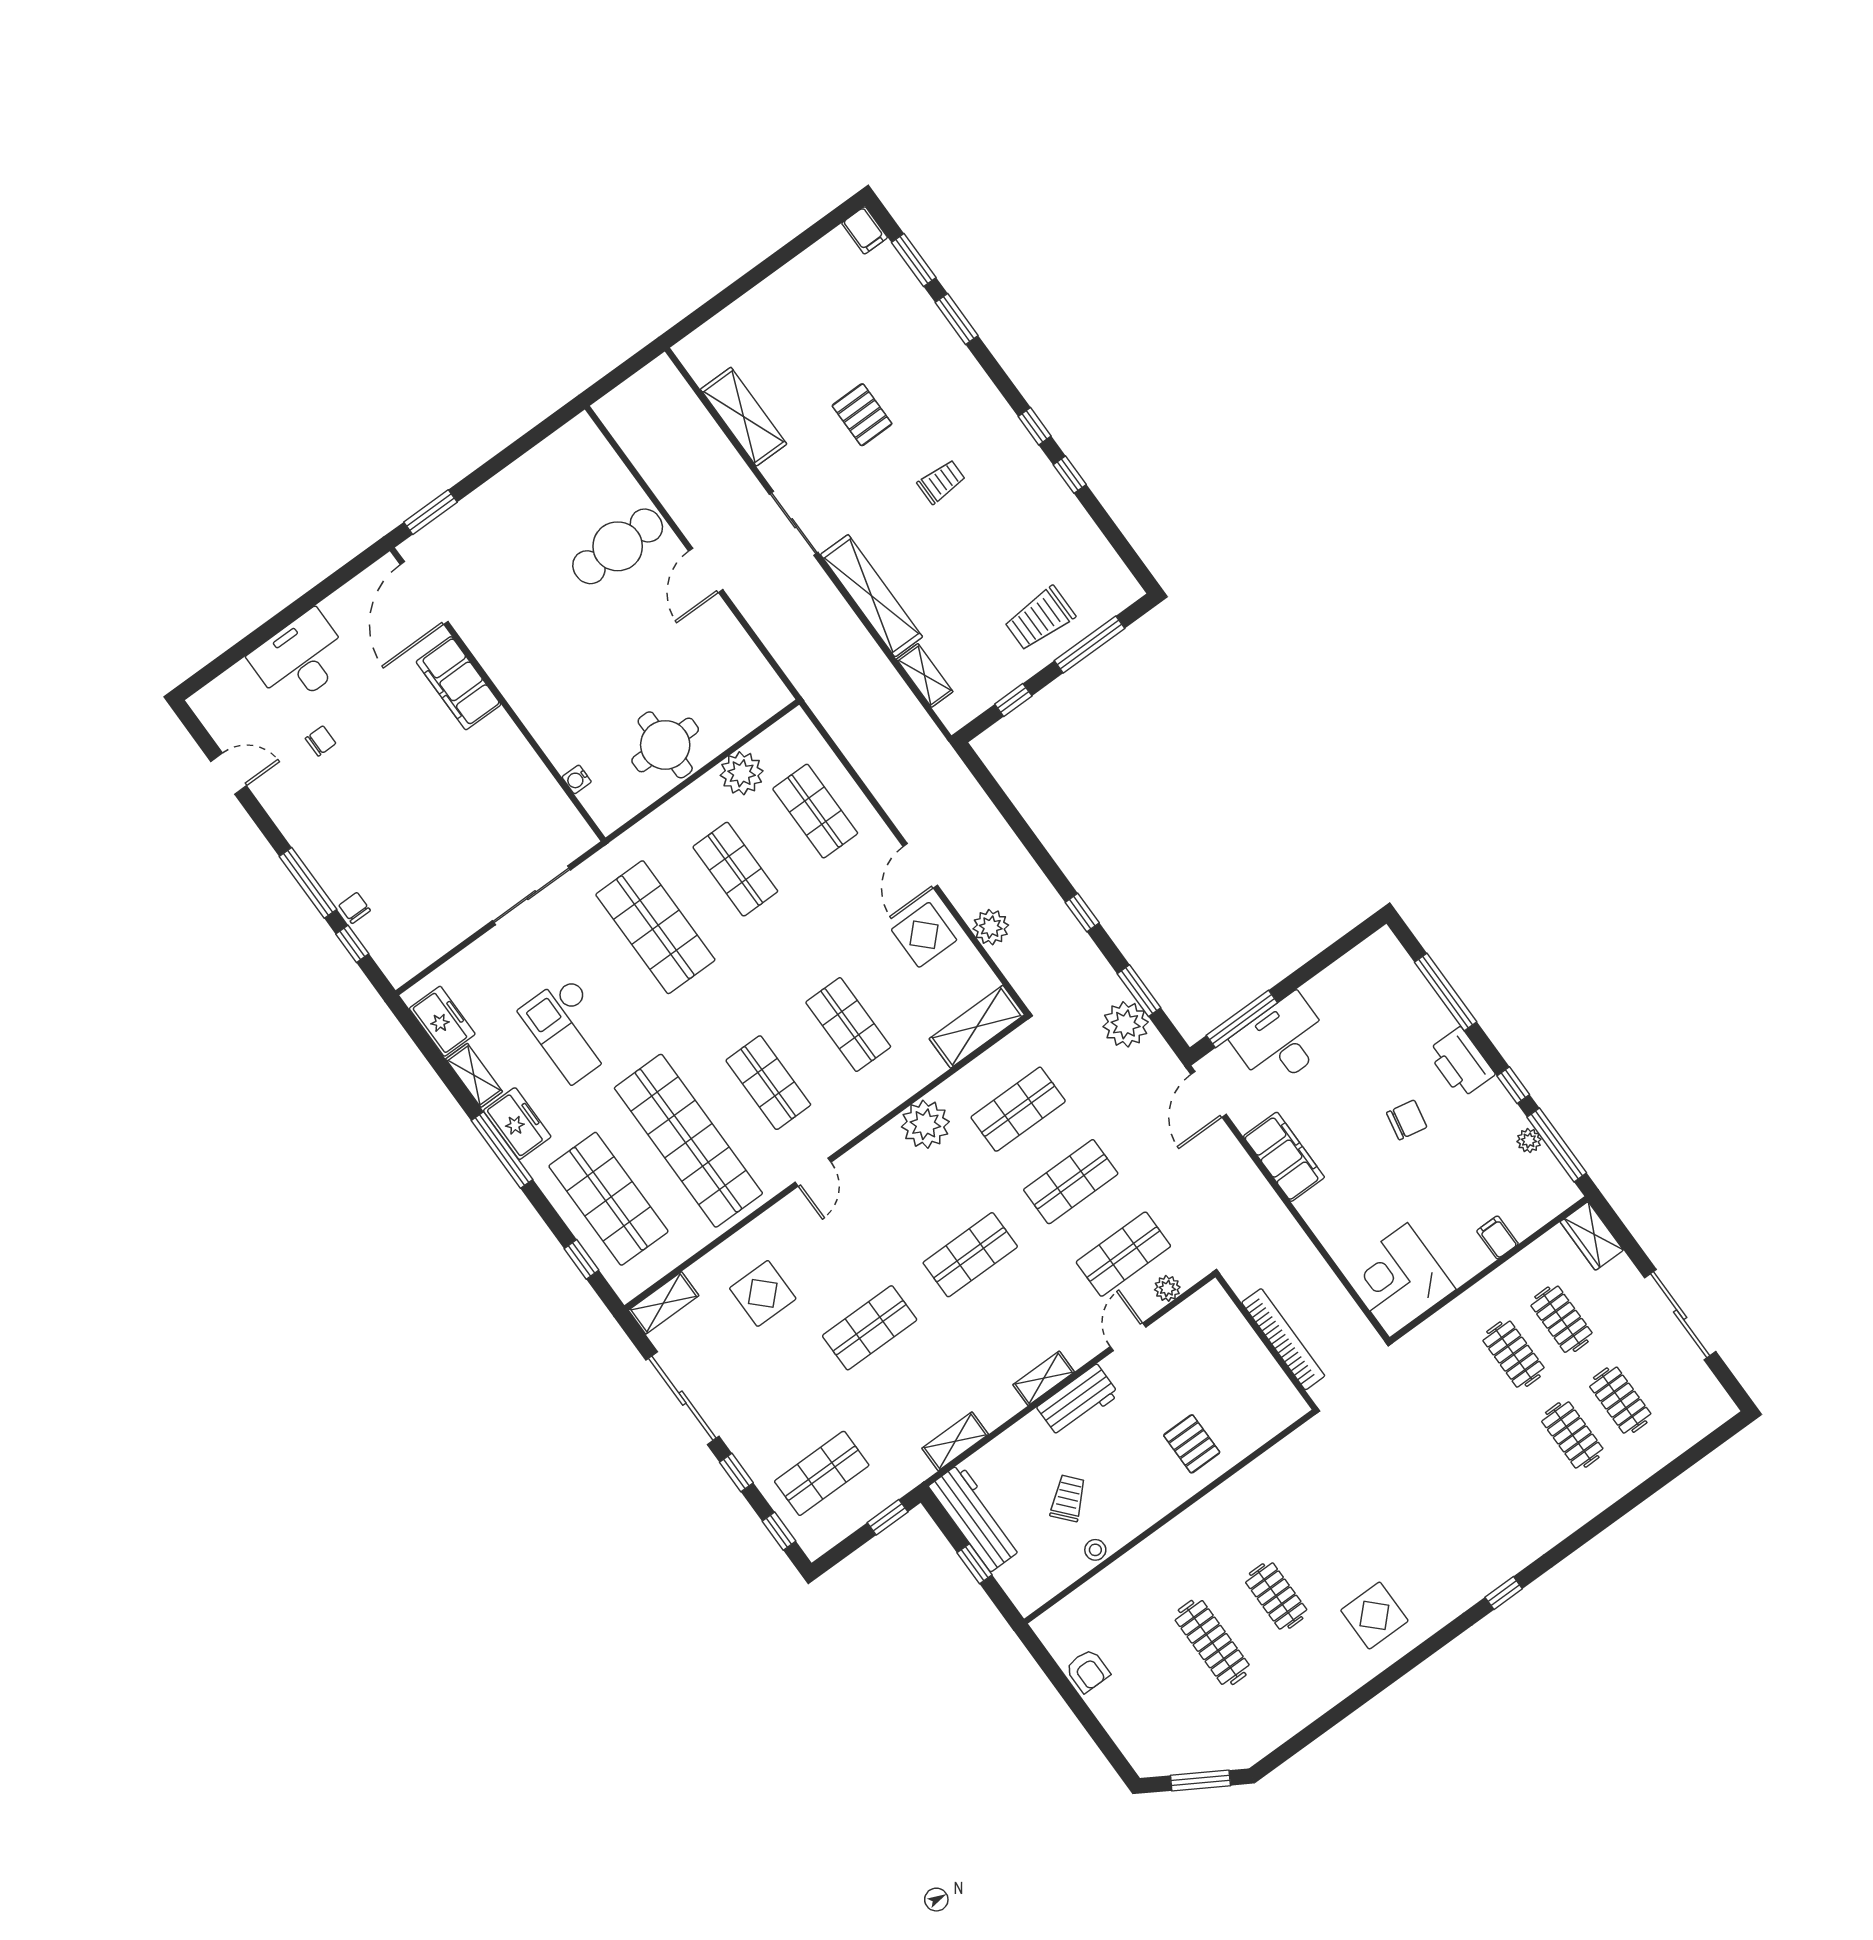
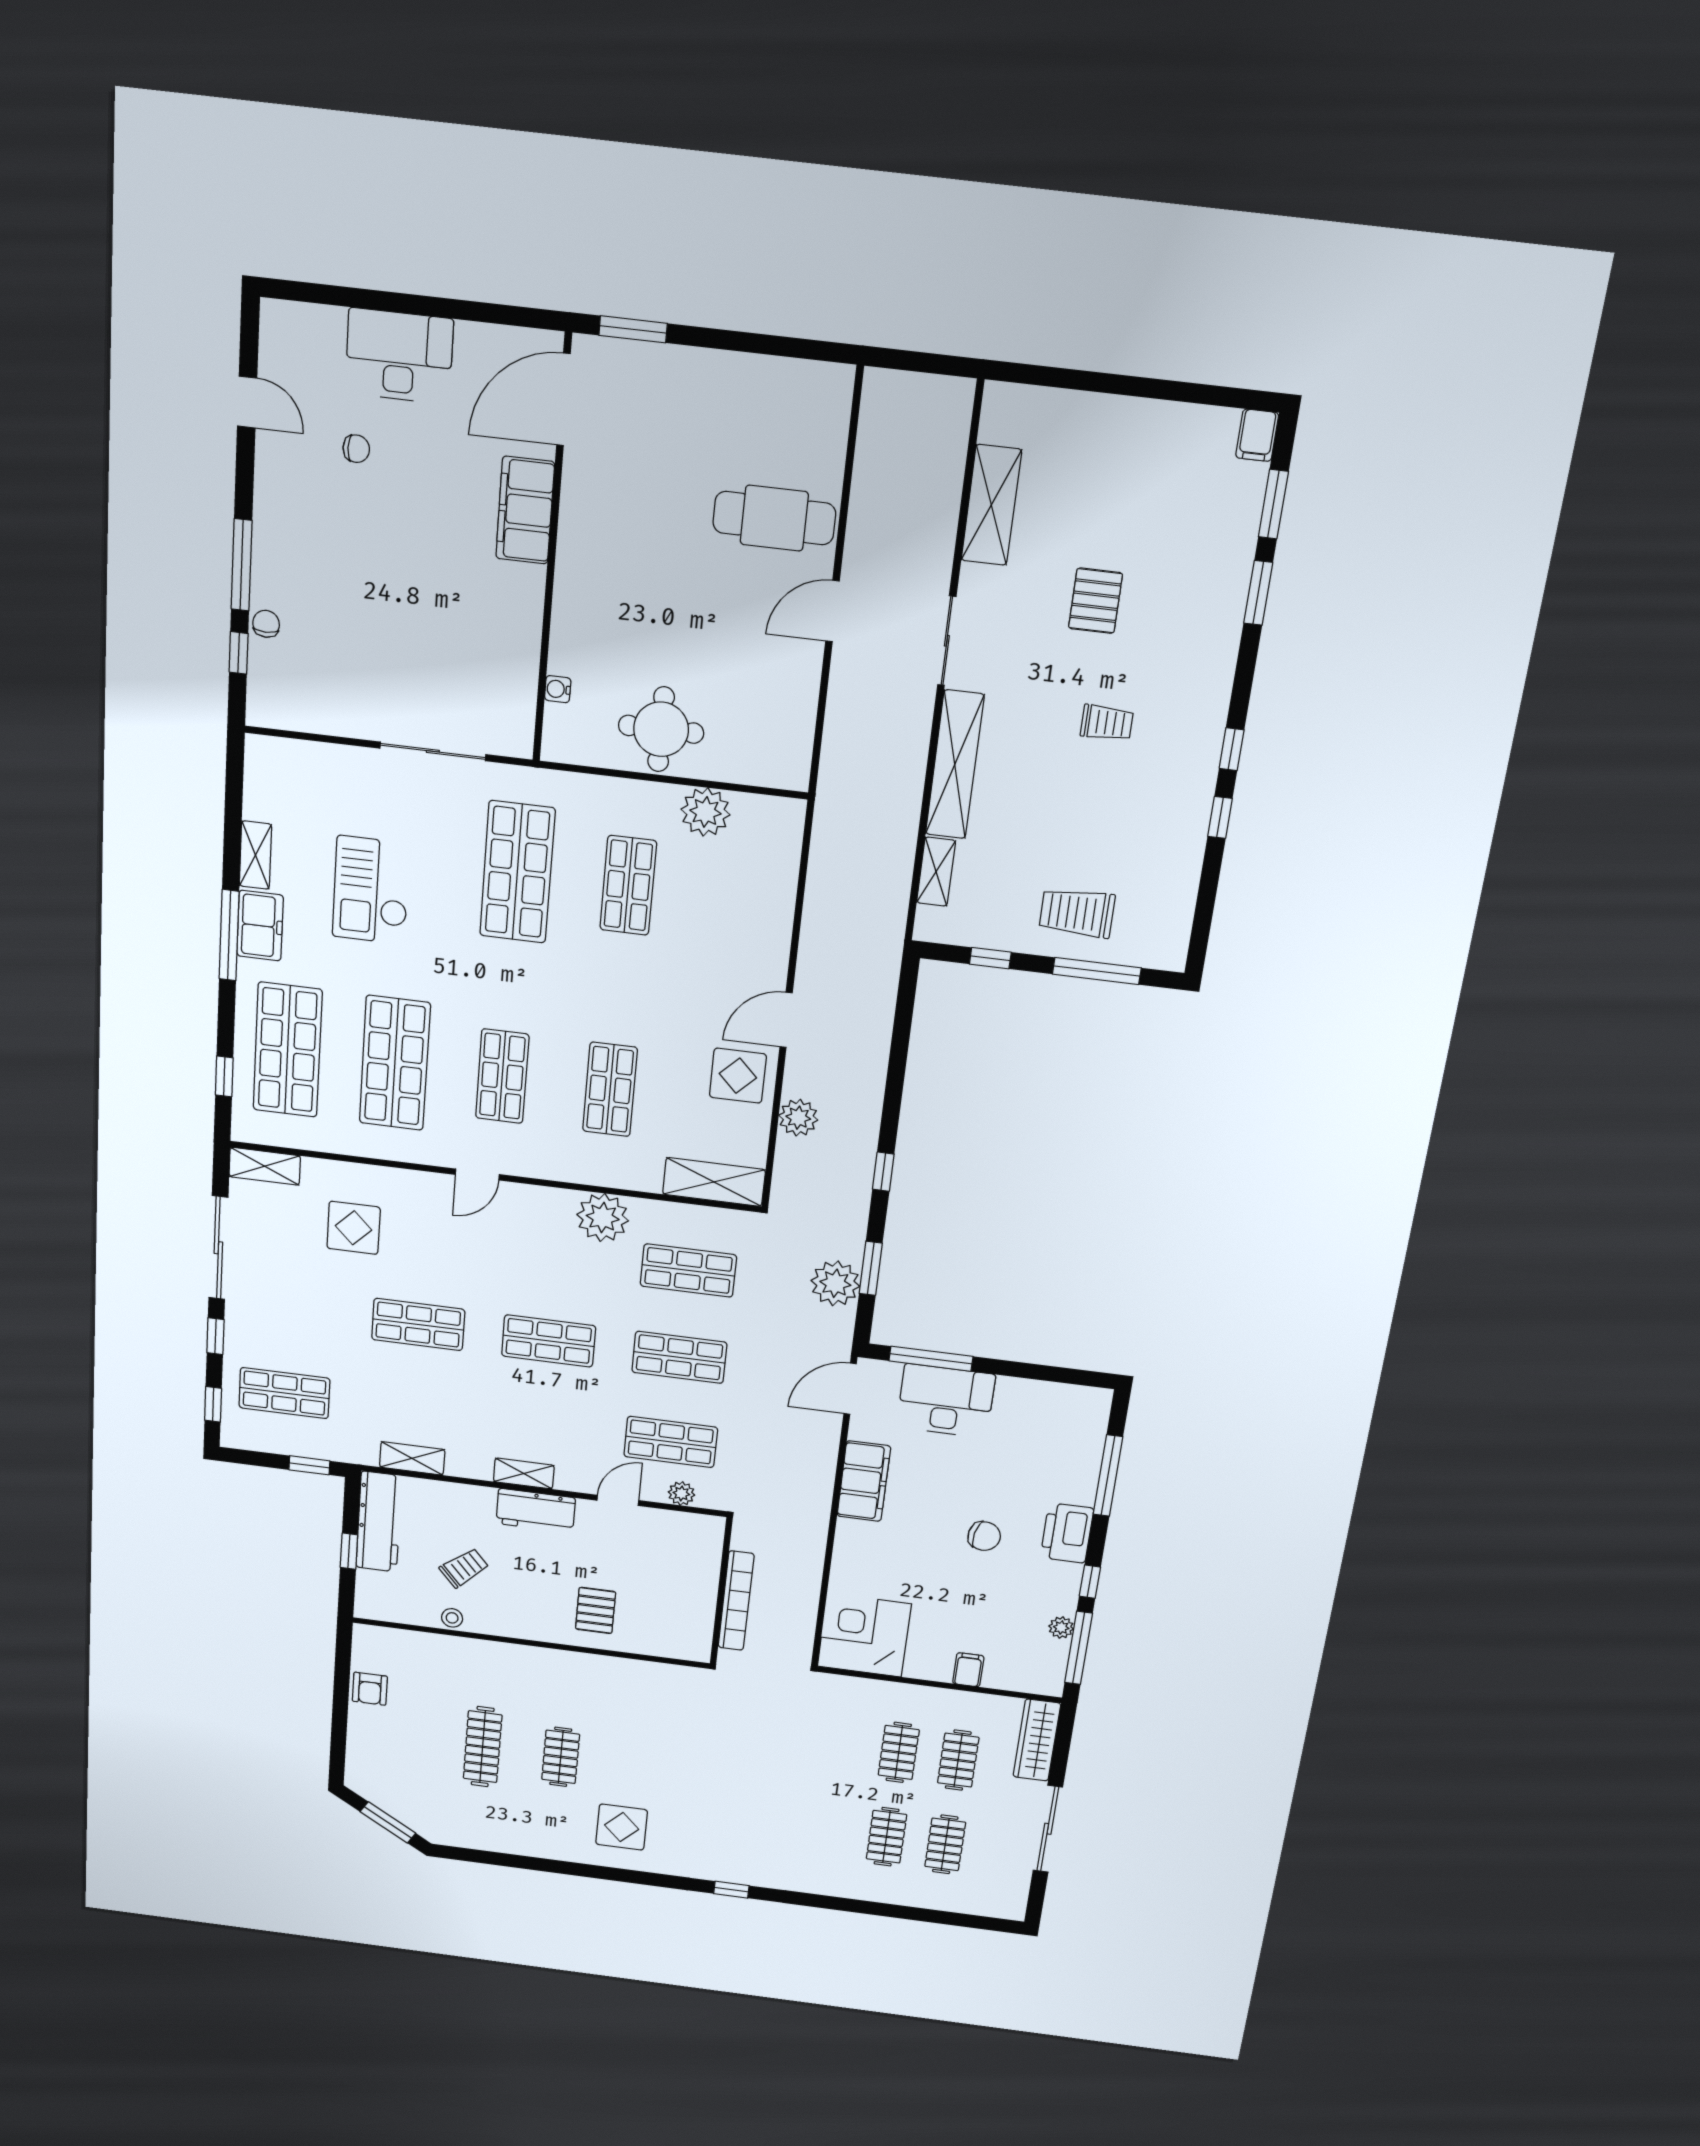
shop shelf: (815, 811) -> (739, 899), removed
freezer: (442, 1021) -> (265, 787), removed
shop shelf: (688, 1141) -> (395, 1063), width x0.71
wardrobe: (1592, 1236) -> (1037, 1740), width x1.50

